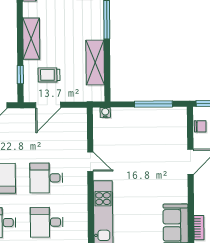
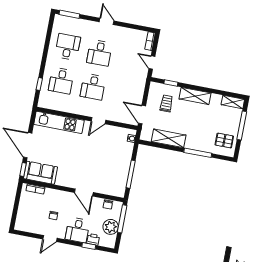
door: (48, 105) -> (142, 115), moved
desk: (46, 178) -> (93, 87), turned 180
desk: (47, 222) -> (61, 81), turned 180

